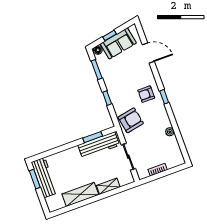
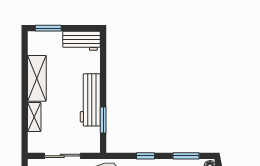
workbench: (99, 145) -> (90, 100), moved
workbench: (44, 178) -> (81, 41), width x0.73
window: (35, 179) -> (48, 28), moved

